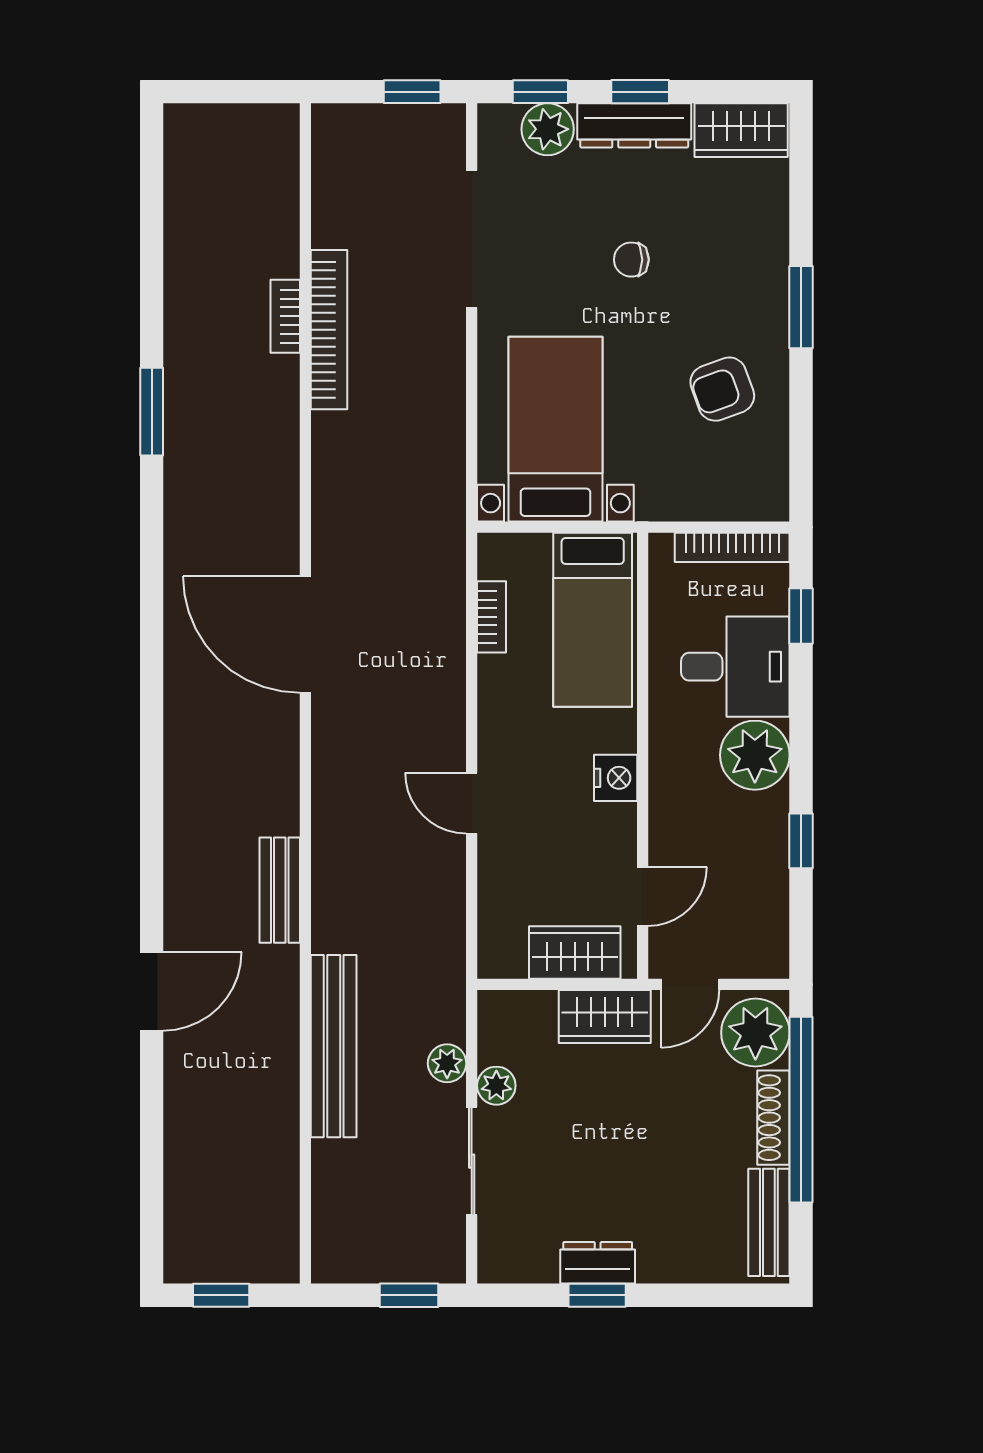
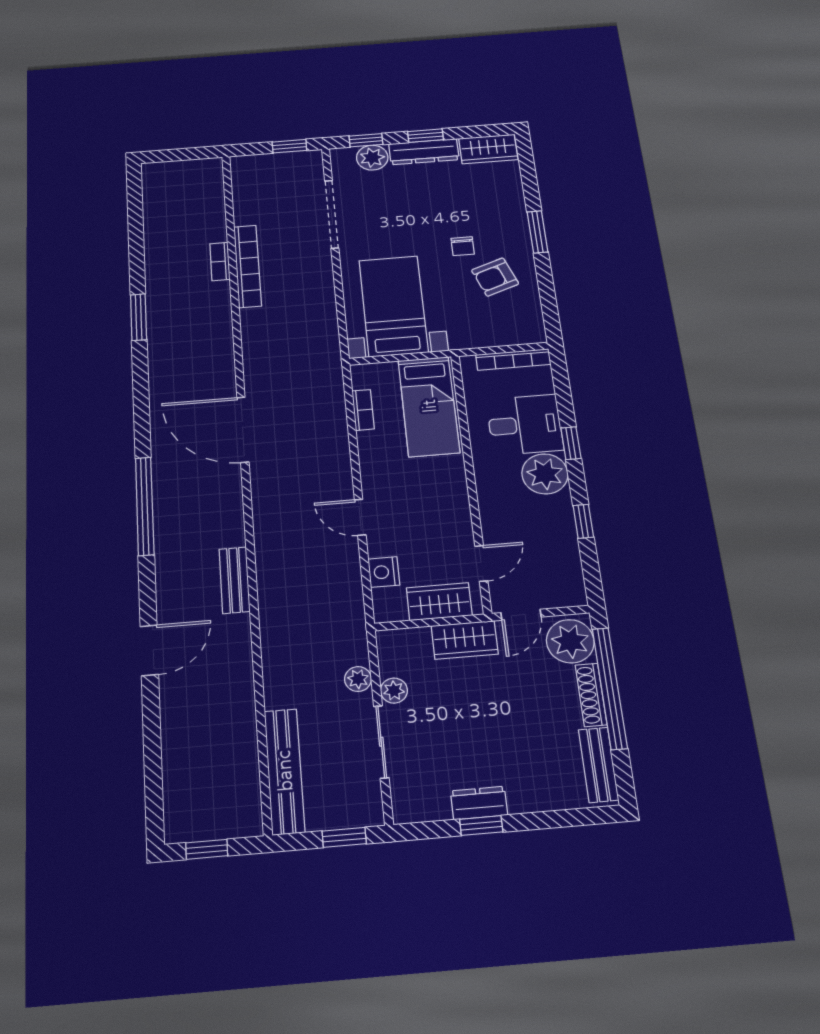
chair: (631, 260) -> (463, 246), moved, turned -90
window: (801, 616) -> (571, 443), moved
window: (152, 754) -> (145, 506), added
nightstand: (616, 778) -> (384, 572), moved, turned 180
bench: (334, 1046) -> (284, 771), moved

